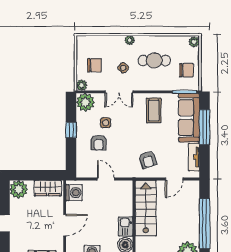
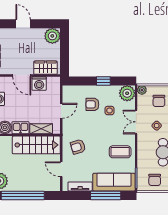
wardrobe: (48, 188) -> (45, 68), moved, turned 90
washing machine: (74, 193) -> (39, 84), moved
shelving: (127, 202) -> (41, 129), added

